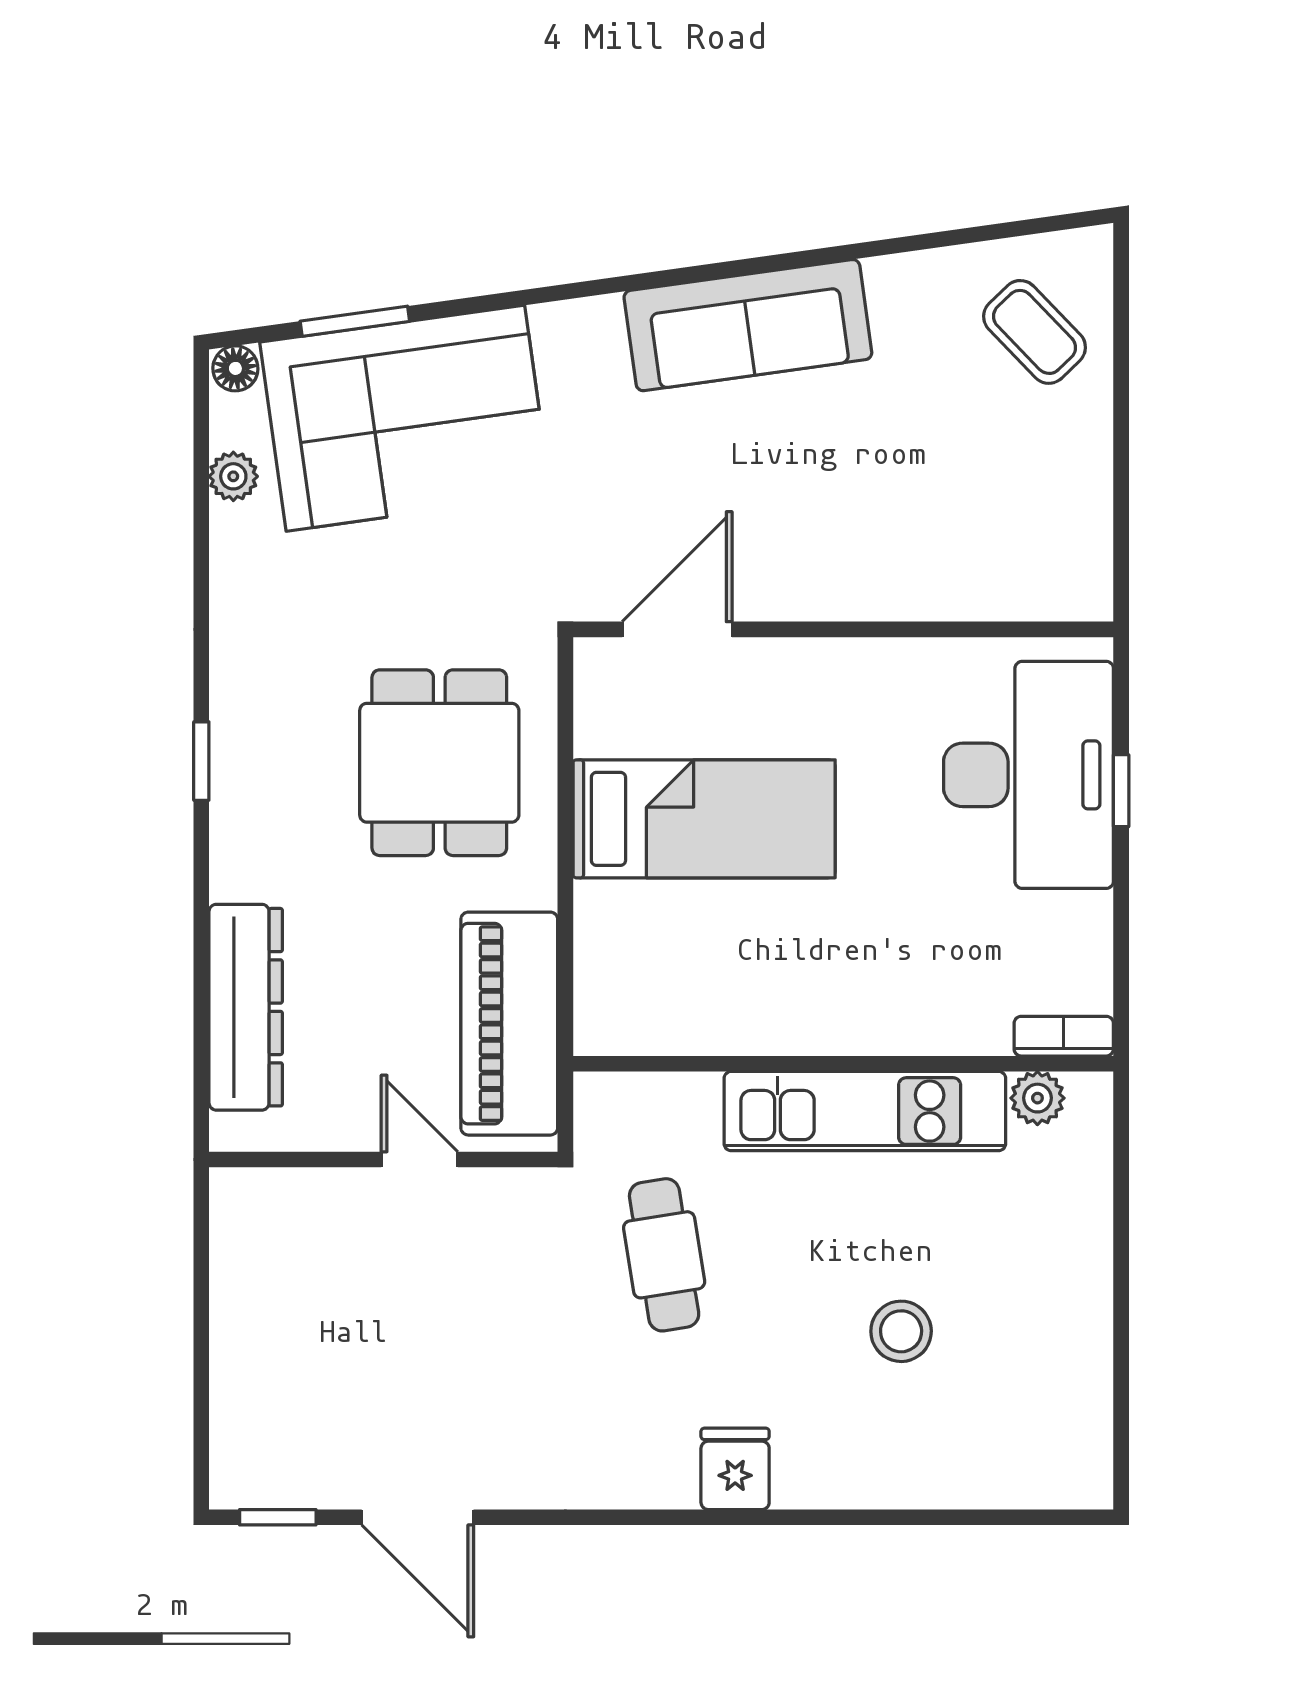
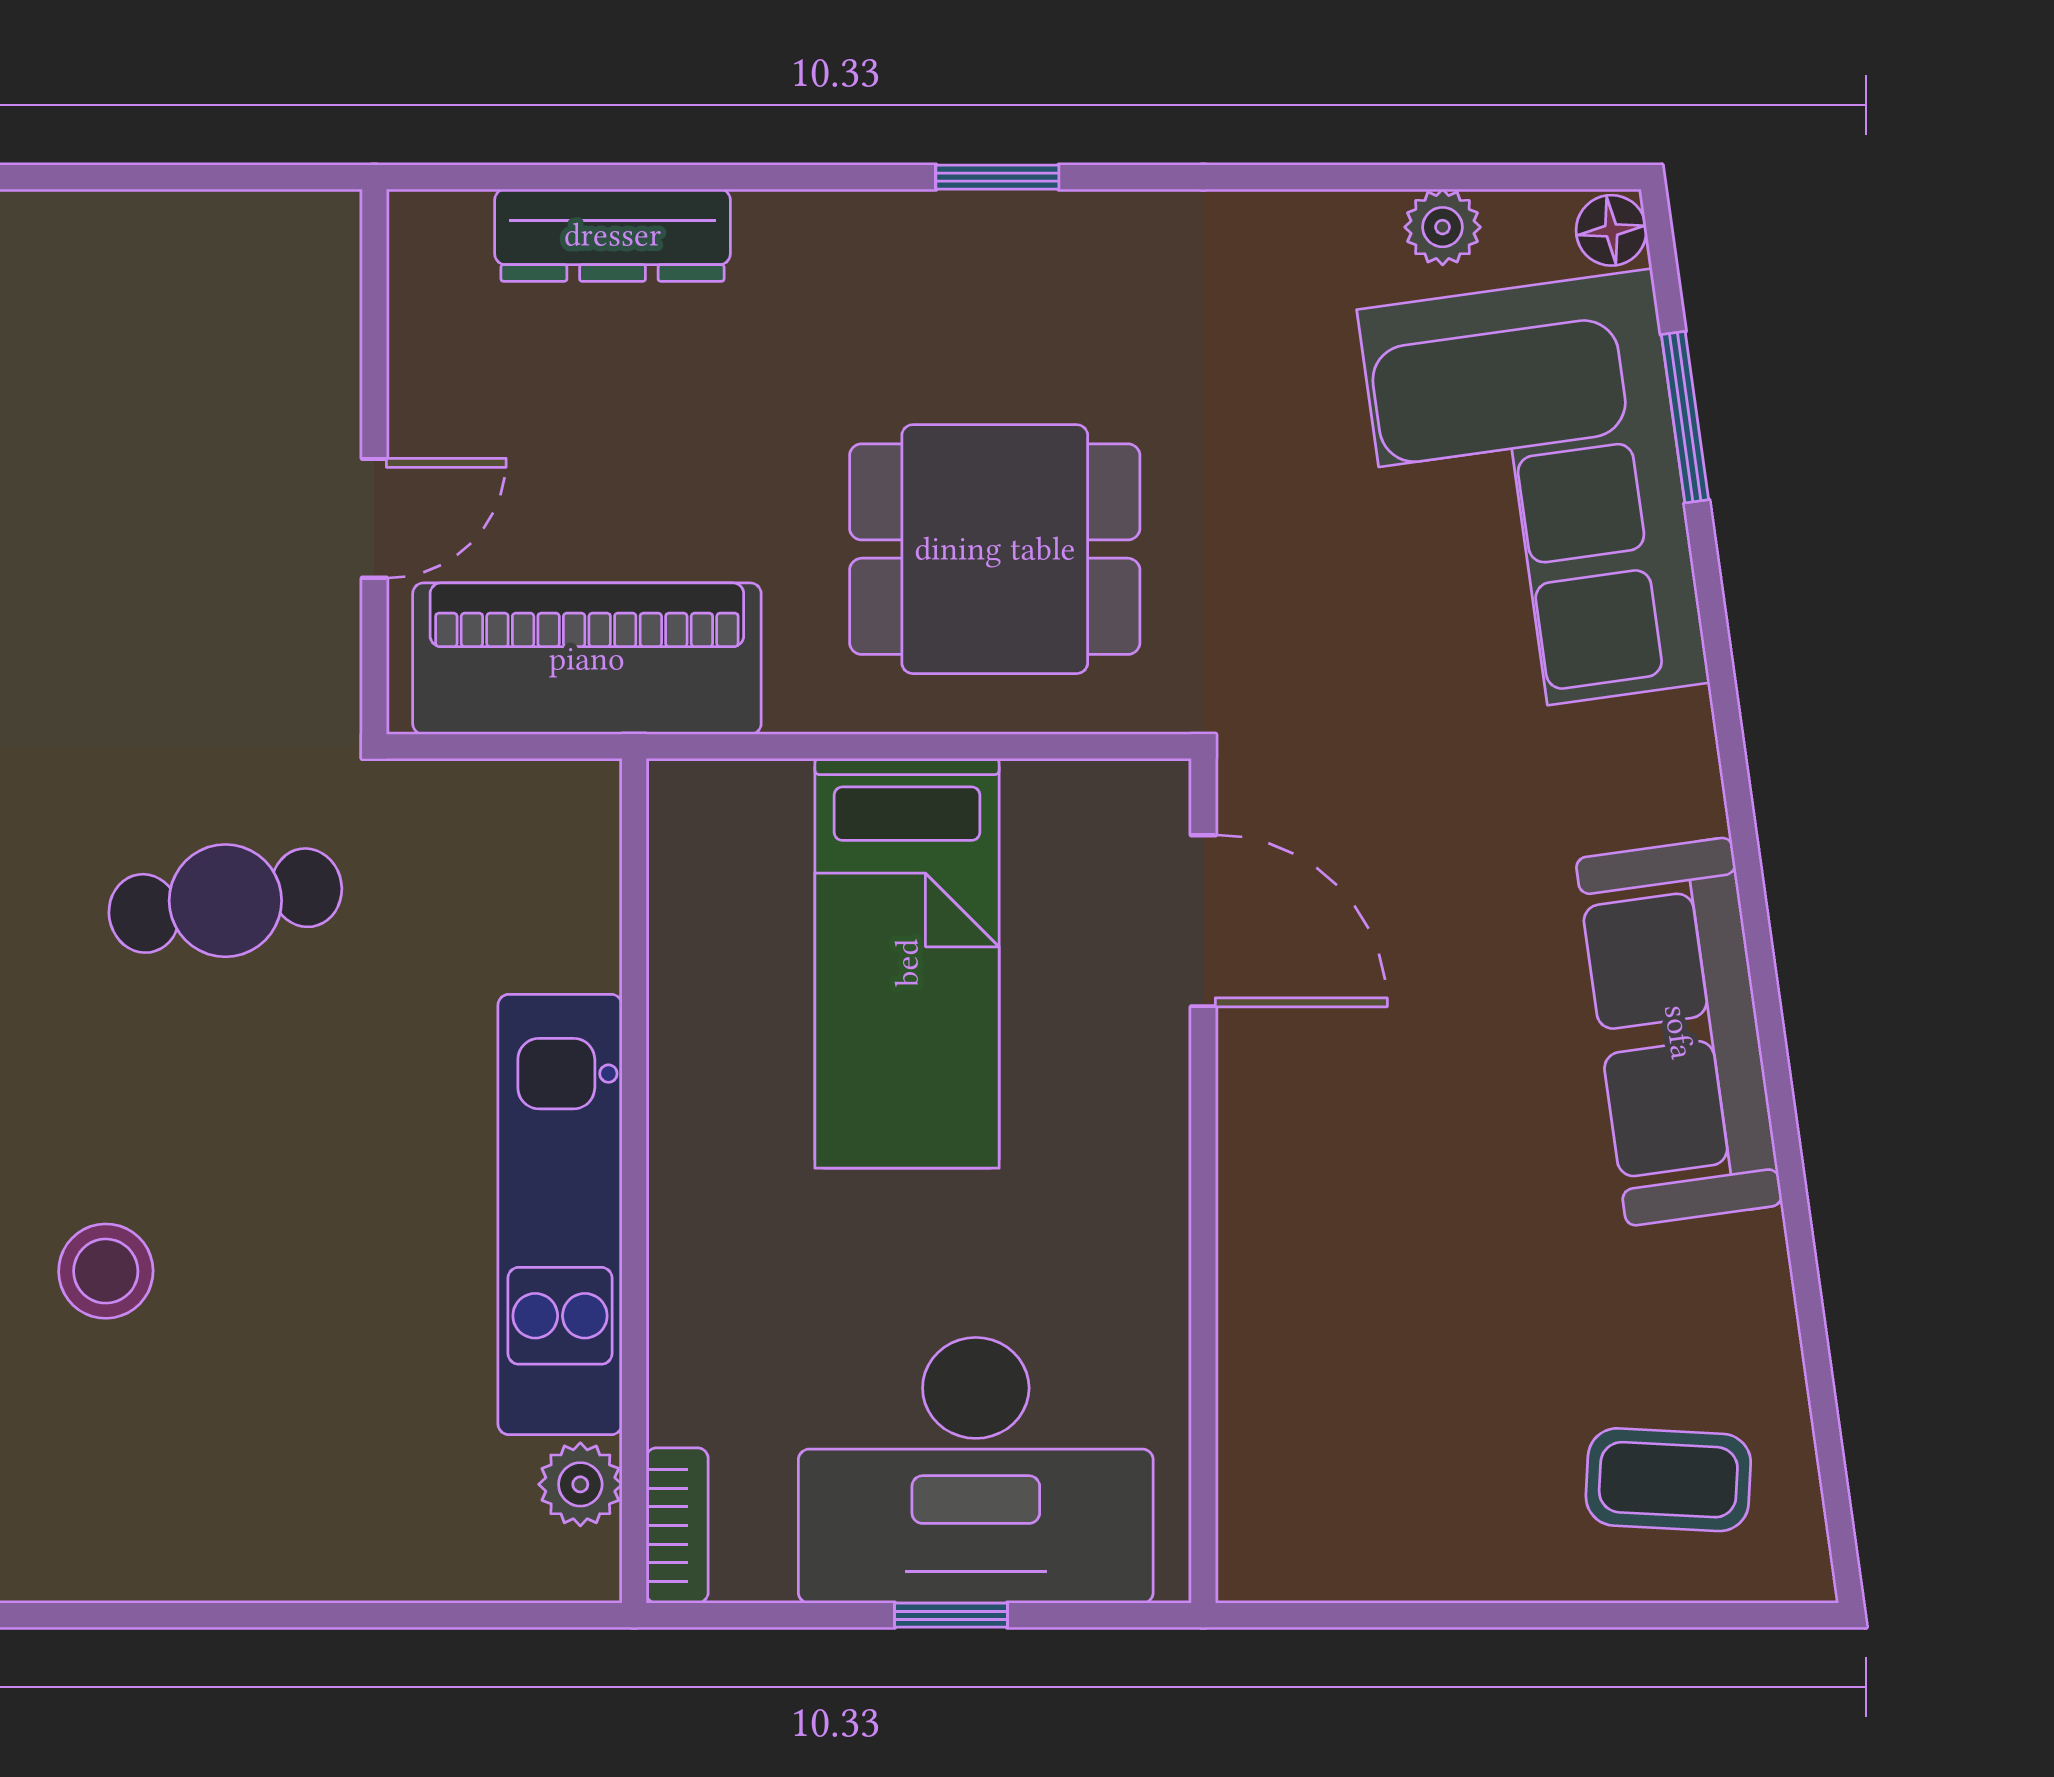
coffee table: (1035, 332) -> (1668, 1480), turned 47
dresser: (246, 1007) -> (613, 235), width x0.73, depth x0.80
bookcase: (1064, 1036) -> (677, 1525), moved
wall: (843, 1064) -> (634, 1181), moved
plant: (1037, 1098) -> (580, 1484), moved
kitchen unit: (865, 1111) -> (560, 1214), moved

